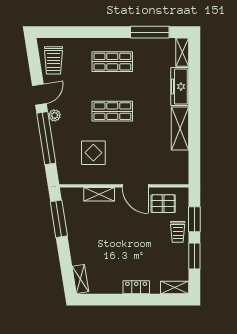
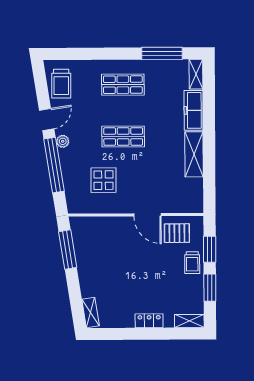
shelving: (99, 194) -> (110, 224), removed

